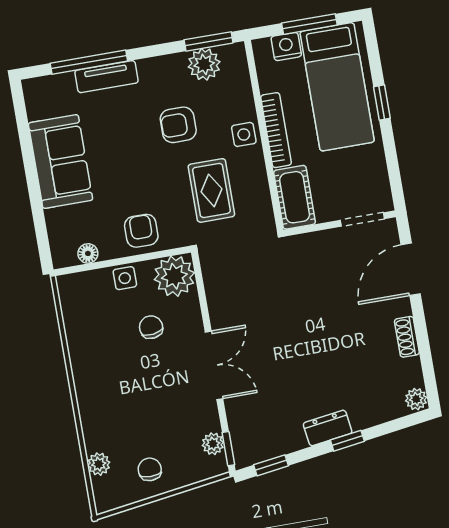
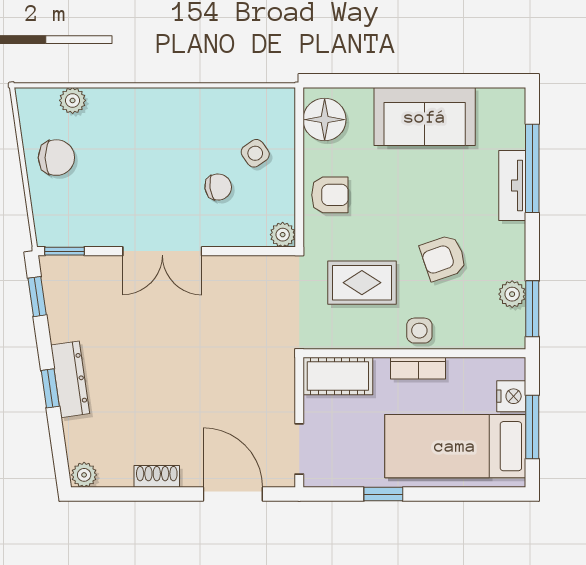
plant: (204, 64) -> (512, 294), width x0.73, depth x0.73
window: (382, 102) -> (383, 494), moved
armchair: (178, 125) -> (443, 258), turned -109
bookcase: (276, 130) -> (418, 368), width x0.64
floor lamp: (88, 253) -> (325, 120), width x1.89, depth x1.89
plant: (174, 276) -> (283, 235), width x0.53, depth x0.53
side table: (125, 278) -> (255, 153), moved, turned -35
dresser: (328, 428) -> (70, 379), width x1.44
plant: (213, 444) -> (73, 235), removed
chair: (150, 469) -> (56, 158), width x1.37, depth x1.37

